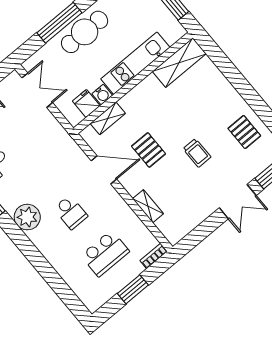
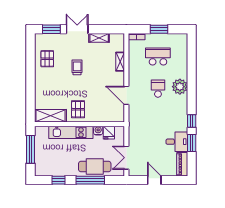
cafe table: (85, 32) -> (95, 166), moved
shelving: (108, 118) -> (99, 38), moved
pallet: (149, 150) -> (78, 109), moved
plant: (27, 217) -> (180, 87), moved

